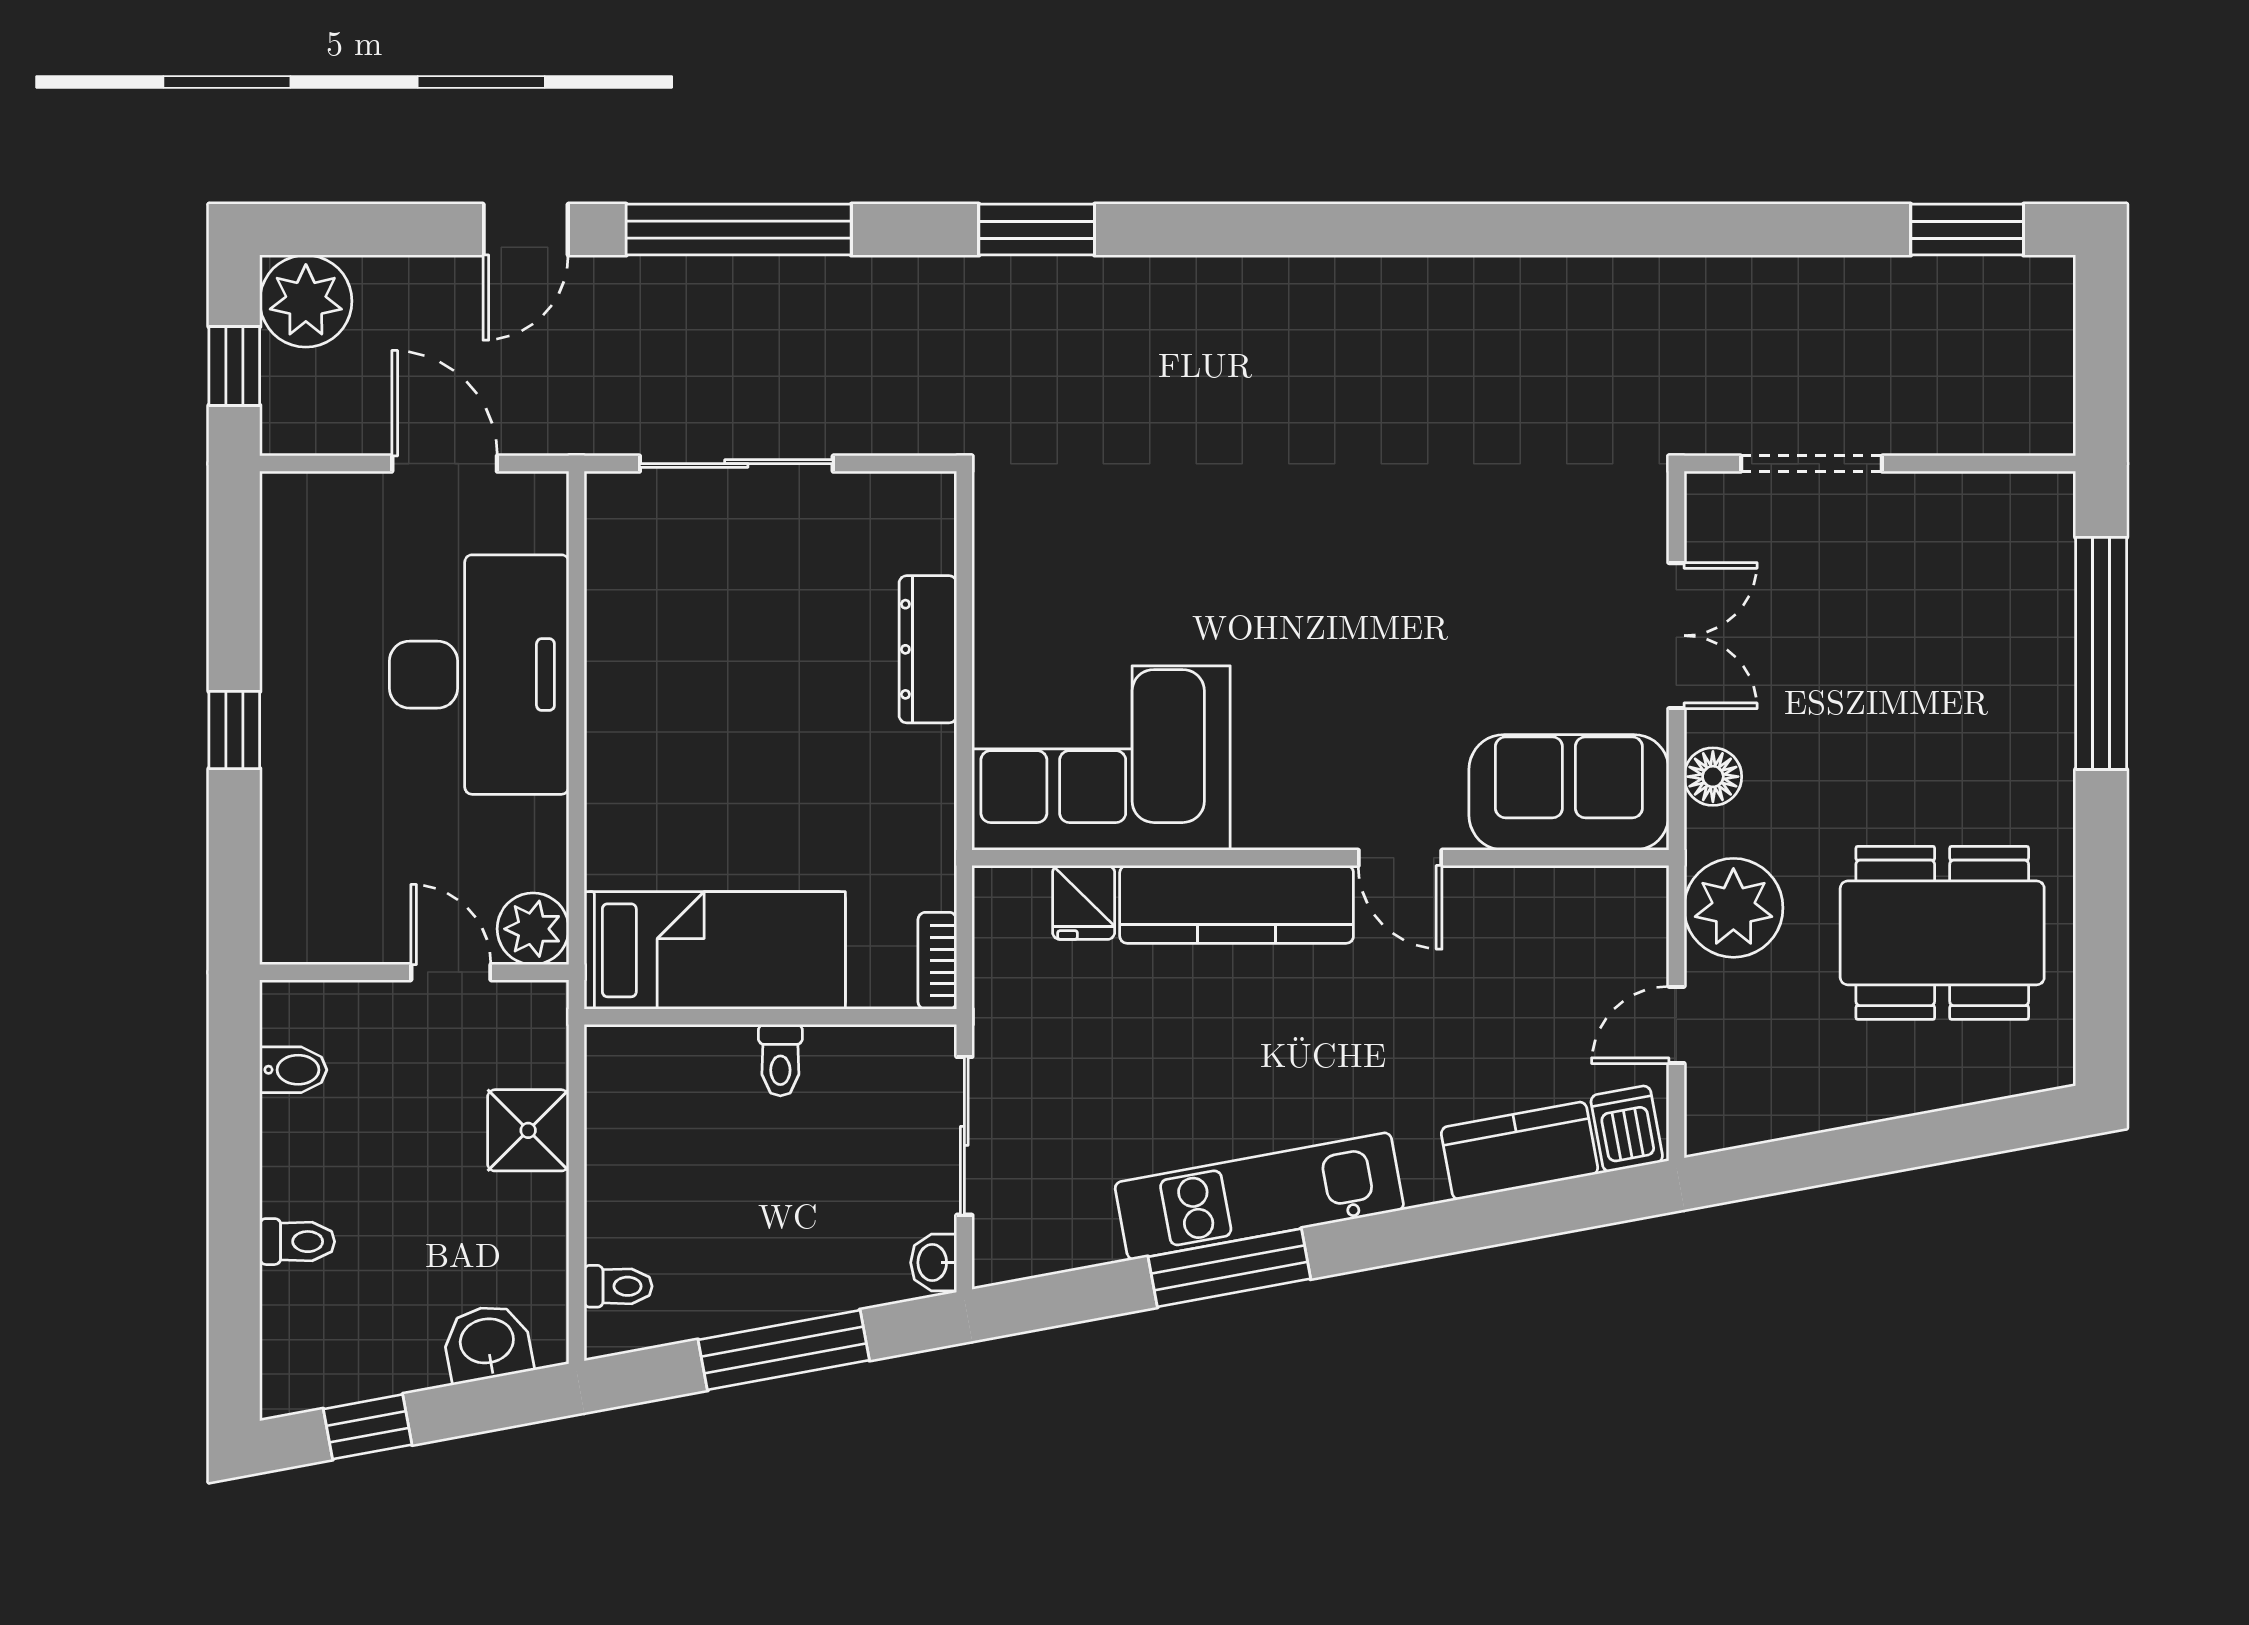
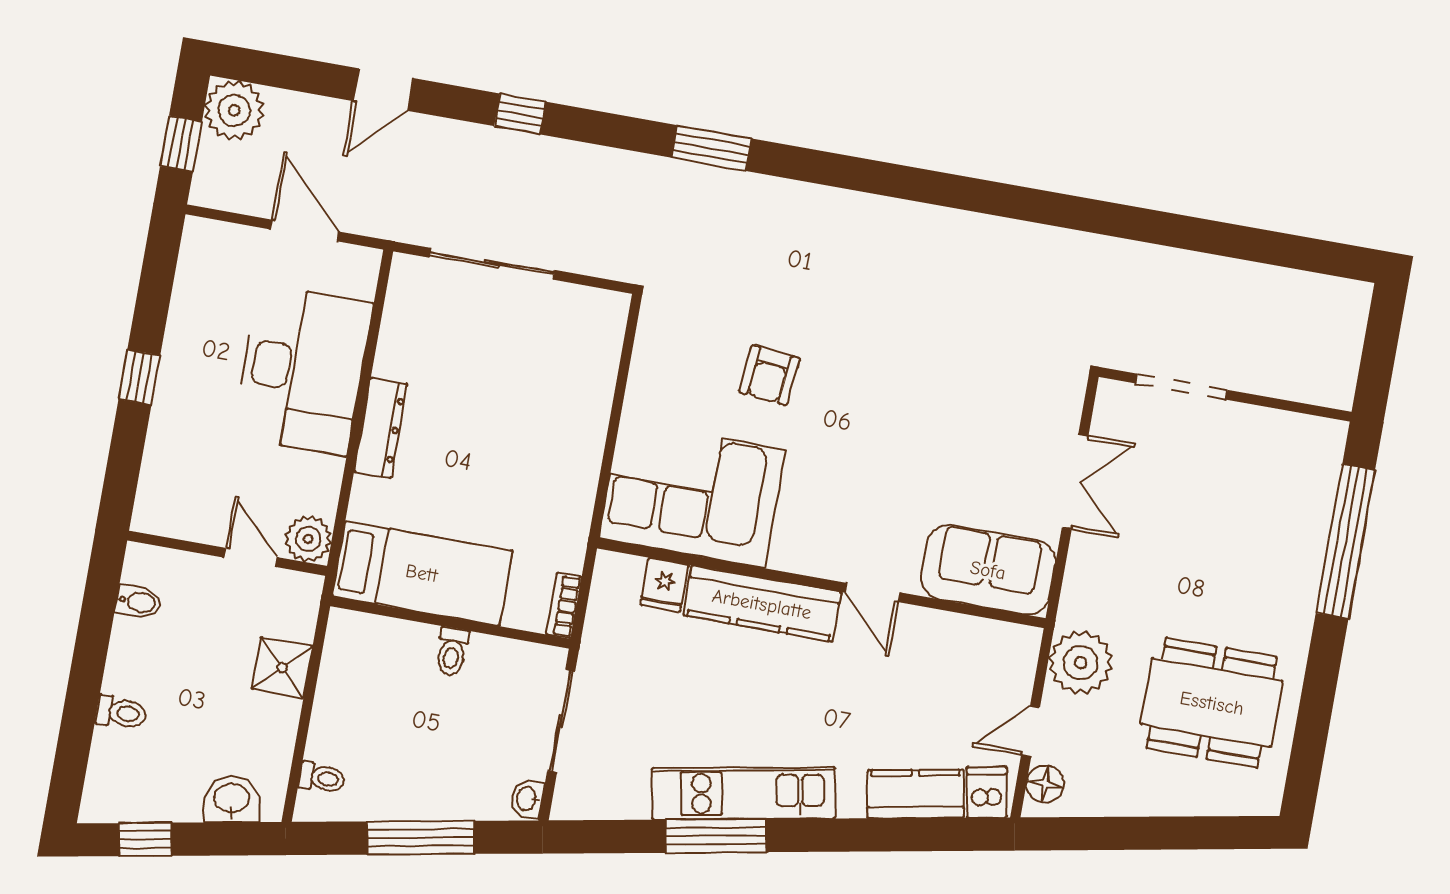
window: (739, 230) -> (520, 114), width x0.32
window: (1967, 230) -> (1308, 254), removed
armchair: (1186, 557) -> (769, 375), added
dresser: (928, 649) -> (381, 428), moved, turned 180
floor lamp: (1713, 777) -> (1045, 784), moved

